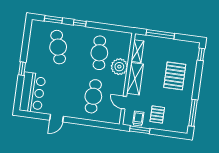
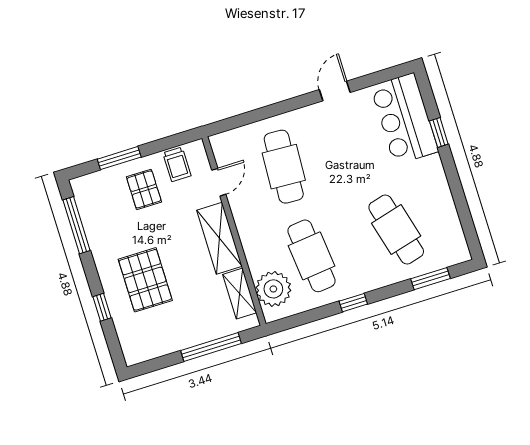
window: (80, 23) -> (353, 303), moved
window: (201, 54) -> (102, 307), moved
plant: (119, 67) -> (273, 289), moved
window: (22, 69) -> (439, 133), moved
door: (124, 103) -> (219, 182), hinge flipped
window: (140, 130) -> (119, 158), moved

